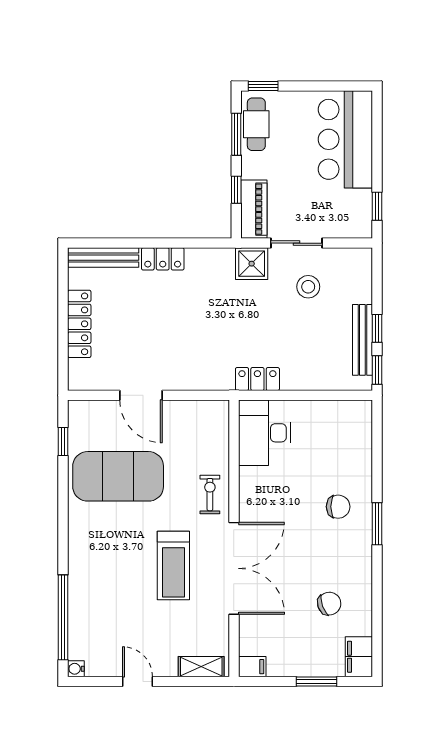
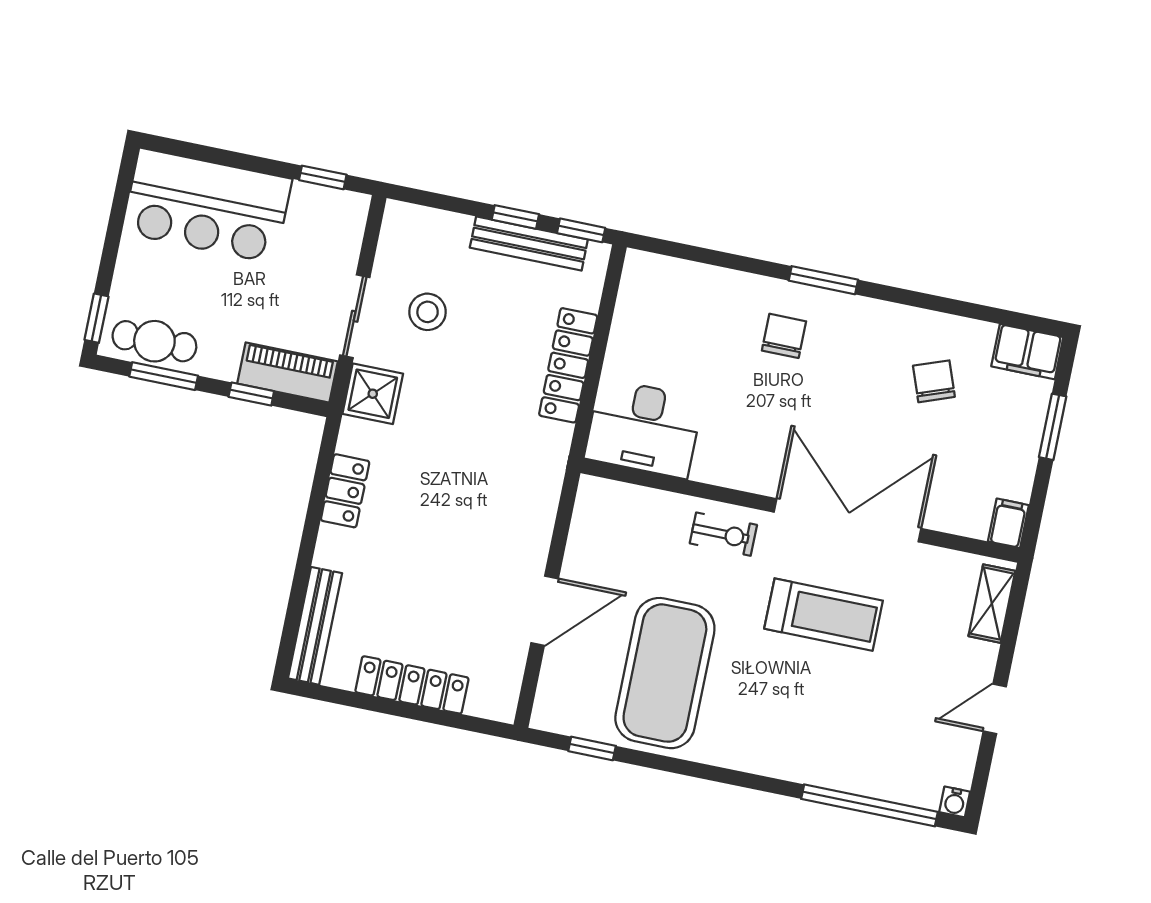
locker: (163, 259) -> (345, 491), moved
locker: (257, 379) -> (568, 365), moved, width x1.53
exercise bike: (210, 495) -> (723, 534), turned 180

